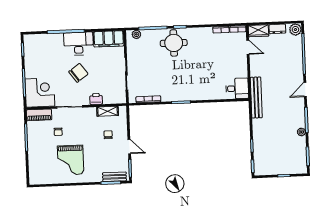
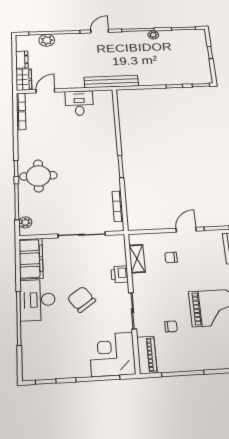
plant: (295, 30) -> (47, 40), moved
desk: (237, 88) -> (79, 103), moved
door: (305, 90) -> (100, 31), swing flipped

